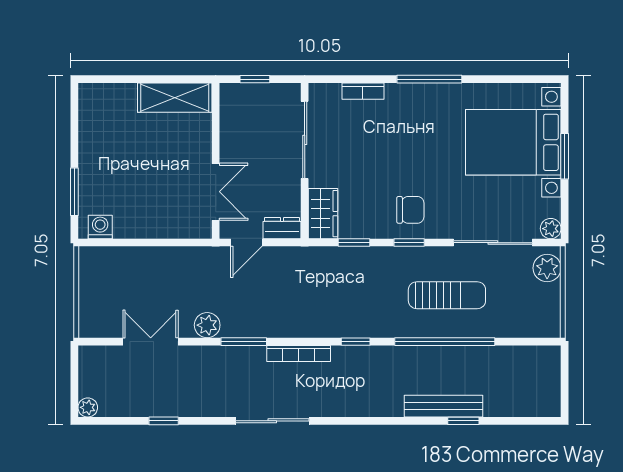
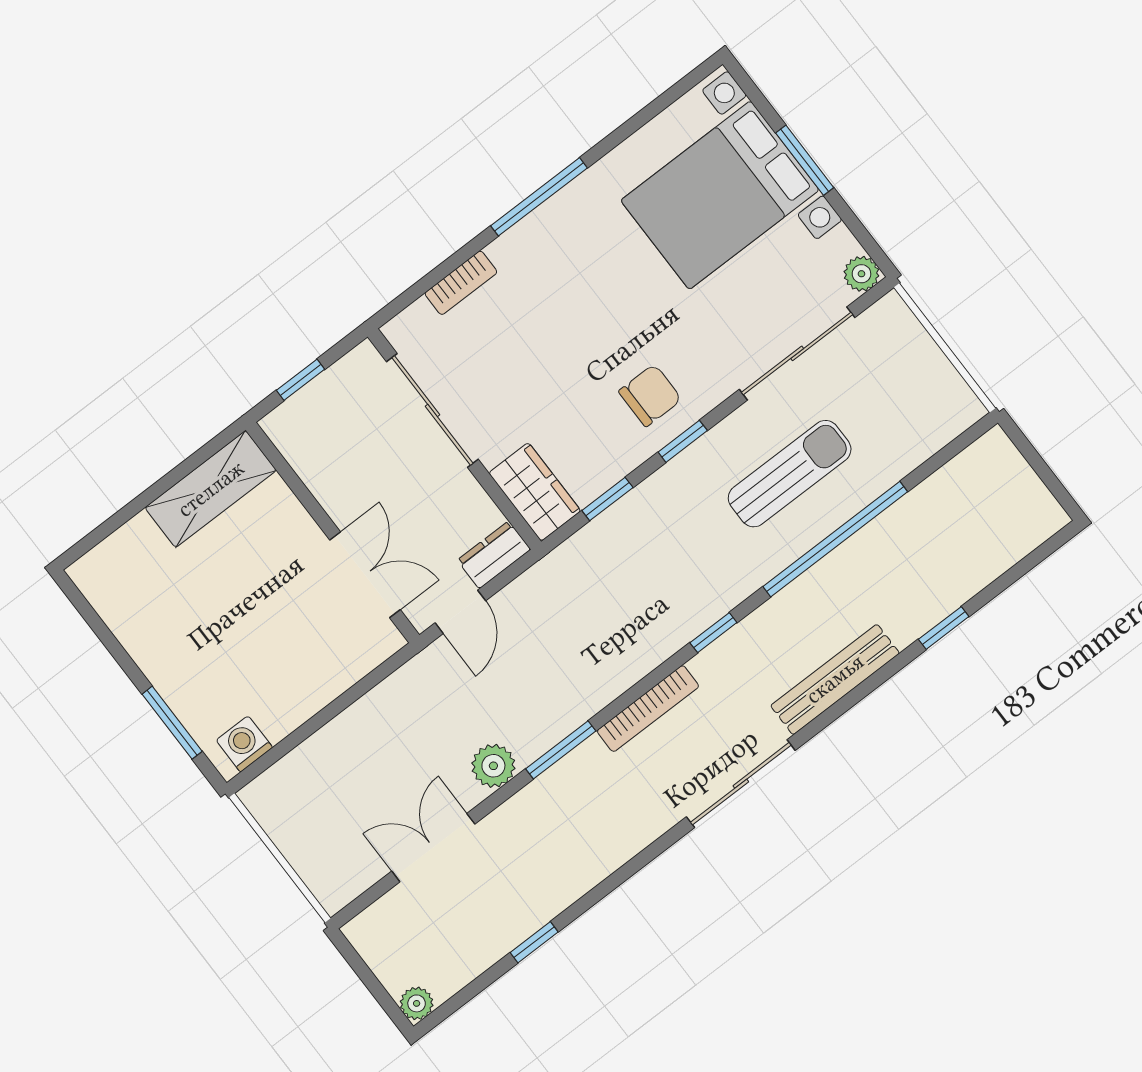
plant: (547, 268) -> (898, 331), removed
bench: (443, 406) -> (835, 679), moved
sliding door: (272, 421) -> (741, 784), moved

